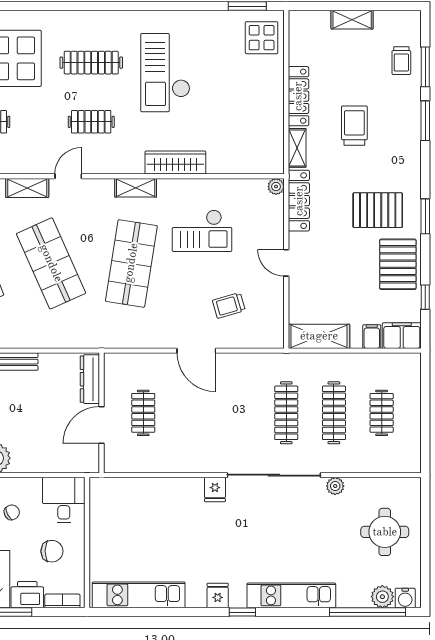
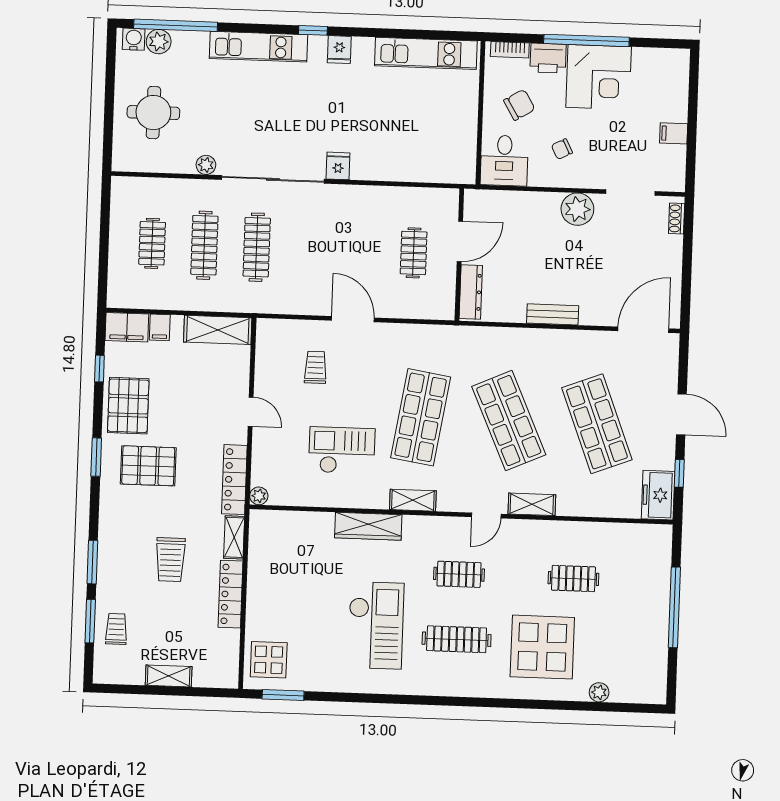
trolley: (229, 305) -> (315, 367), turned -74
chair: (52, 551) -> (519, 105), turned 149

